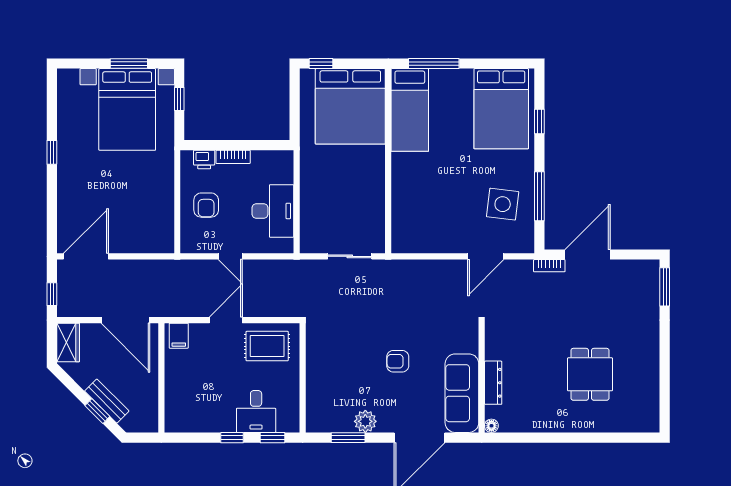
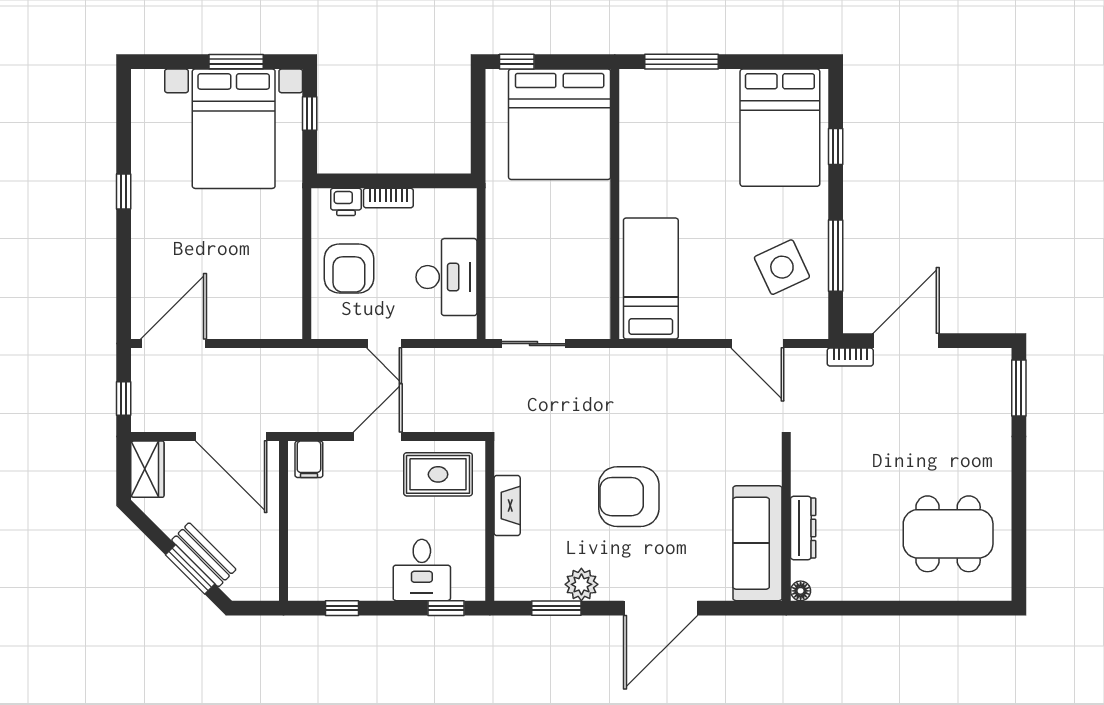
bed: (410, 110) -> (651, 279), moved, turned 180
side table: (503, 204) -> (782, 267), turned -32
armchair: (206, 205) -> (349, 268), width x1.38, depth x1.38
sliding door: (350, 256) -> (533, 344), moved
door: (486, 256) -> (757, 344), hinge flipped
armchair: (398, 361) -> (629, 497), width x1.88, depth x1.88
fireplace: (314, 367) -> (507, 506), added
dining table: (590, 374) -> (948, 534), moved, width x1.38
wall: (482, 378) -> (786, 521), moved
dresser: (493, 383) -> (803, 528), moved
sofa: (462, 393) -> (757, 543), moved
window: (97, 411) -> (190, 569), width x1.50
floor lamp: (491, 426) -> (801, 591), moved
window: (232, 438) -> (342, 608), moved

